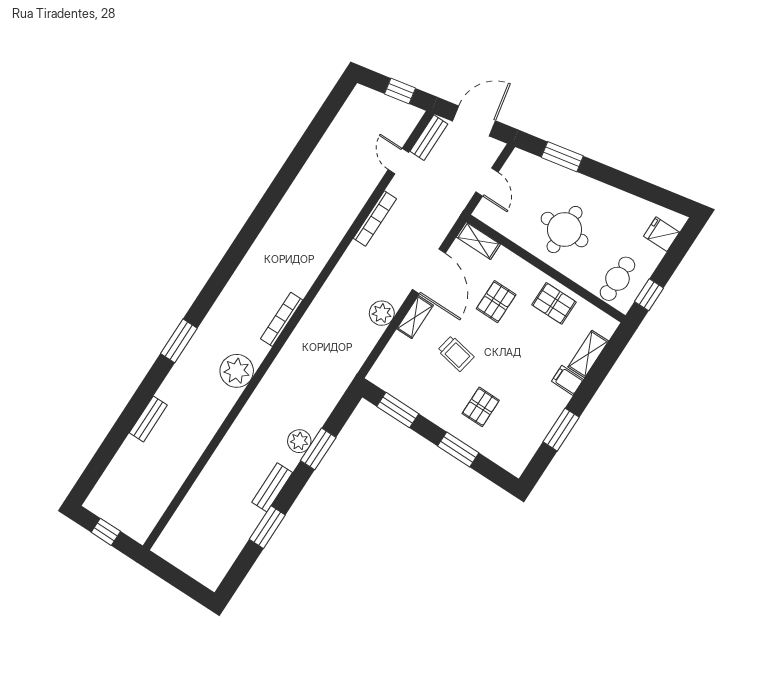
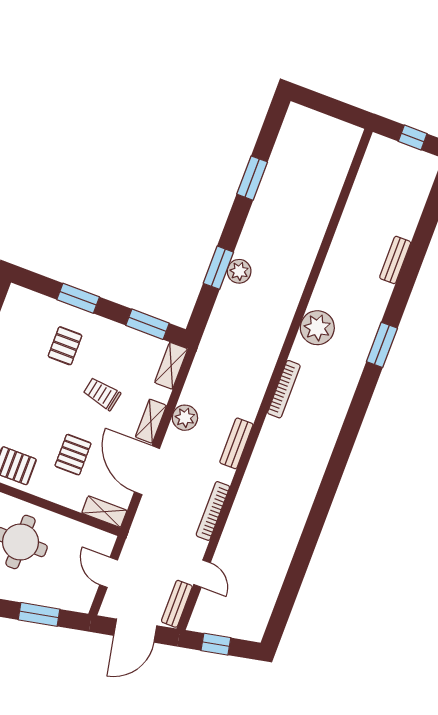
shelving: (384, 366) -> (171, 366), added
bench: (272, 487) -> (236, 443), moved

